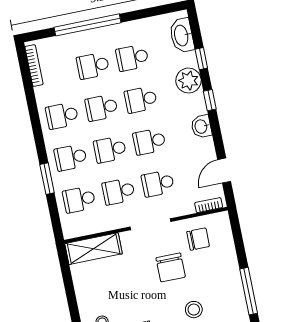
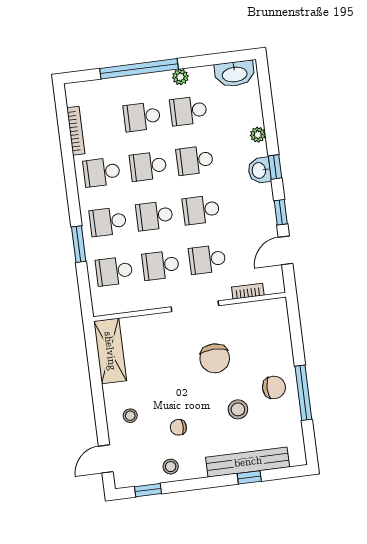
plant: (123, 29) -> (180, 77), added
washbasin: (182, 35) -> (235, 74), moved, turned -90
window: (201, 59) -> (281, 212), moved
bookcase: (34, 66) -> (76, 131), moved
plant: (188, 81) -> (258, 135), width x0.53, depth x0.53
washbasin: (201, 126) -> (259, 170), moved
bookcase: (209, 205) -> (248, 291), moved
chair: (198, 239) -> (274, 387), moved
shelving: (94, 249) -> (110, 351), moved, turned 90

